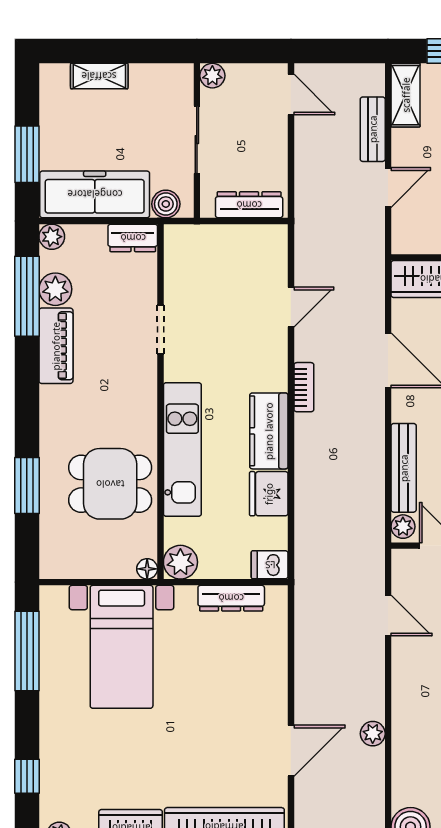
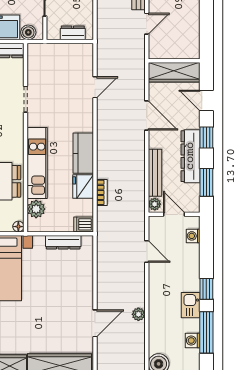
dresser: (249, 205) -> (73, 33), width x0.70
bookcase: (304, 387) -> (102, 192), moved
plant: (180, 562) -> (36, 209), moved

